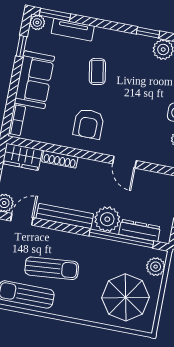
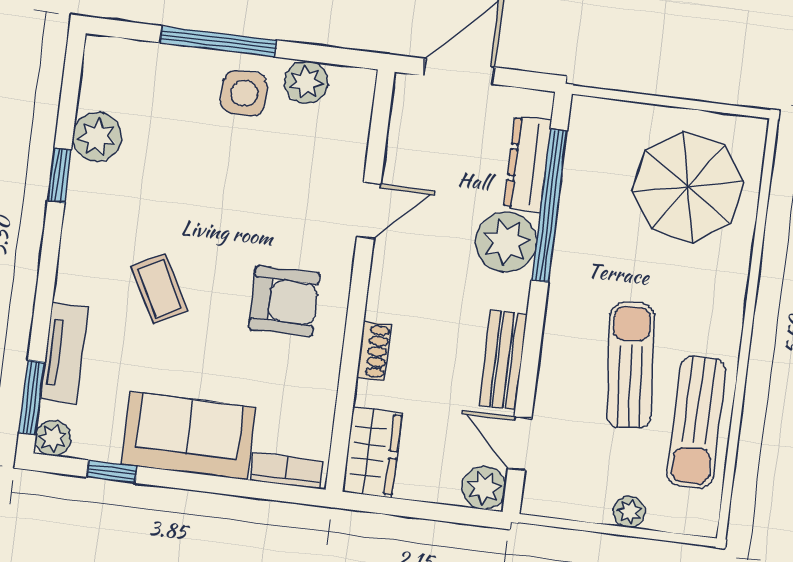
coffee table: (97, 72) -> (159, 289), turned 72
shoe rack: (60, 159) -> (374, 351), width x0.70
bench: (65, 216) -> (503, 360), width x0.73
plant: (156, 267) -> (610, 121), removed

